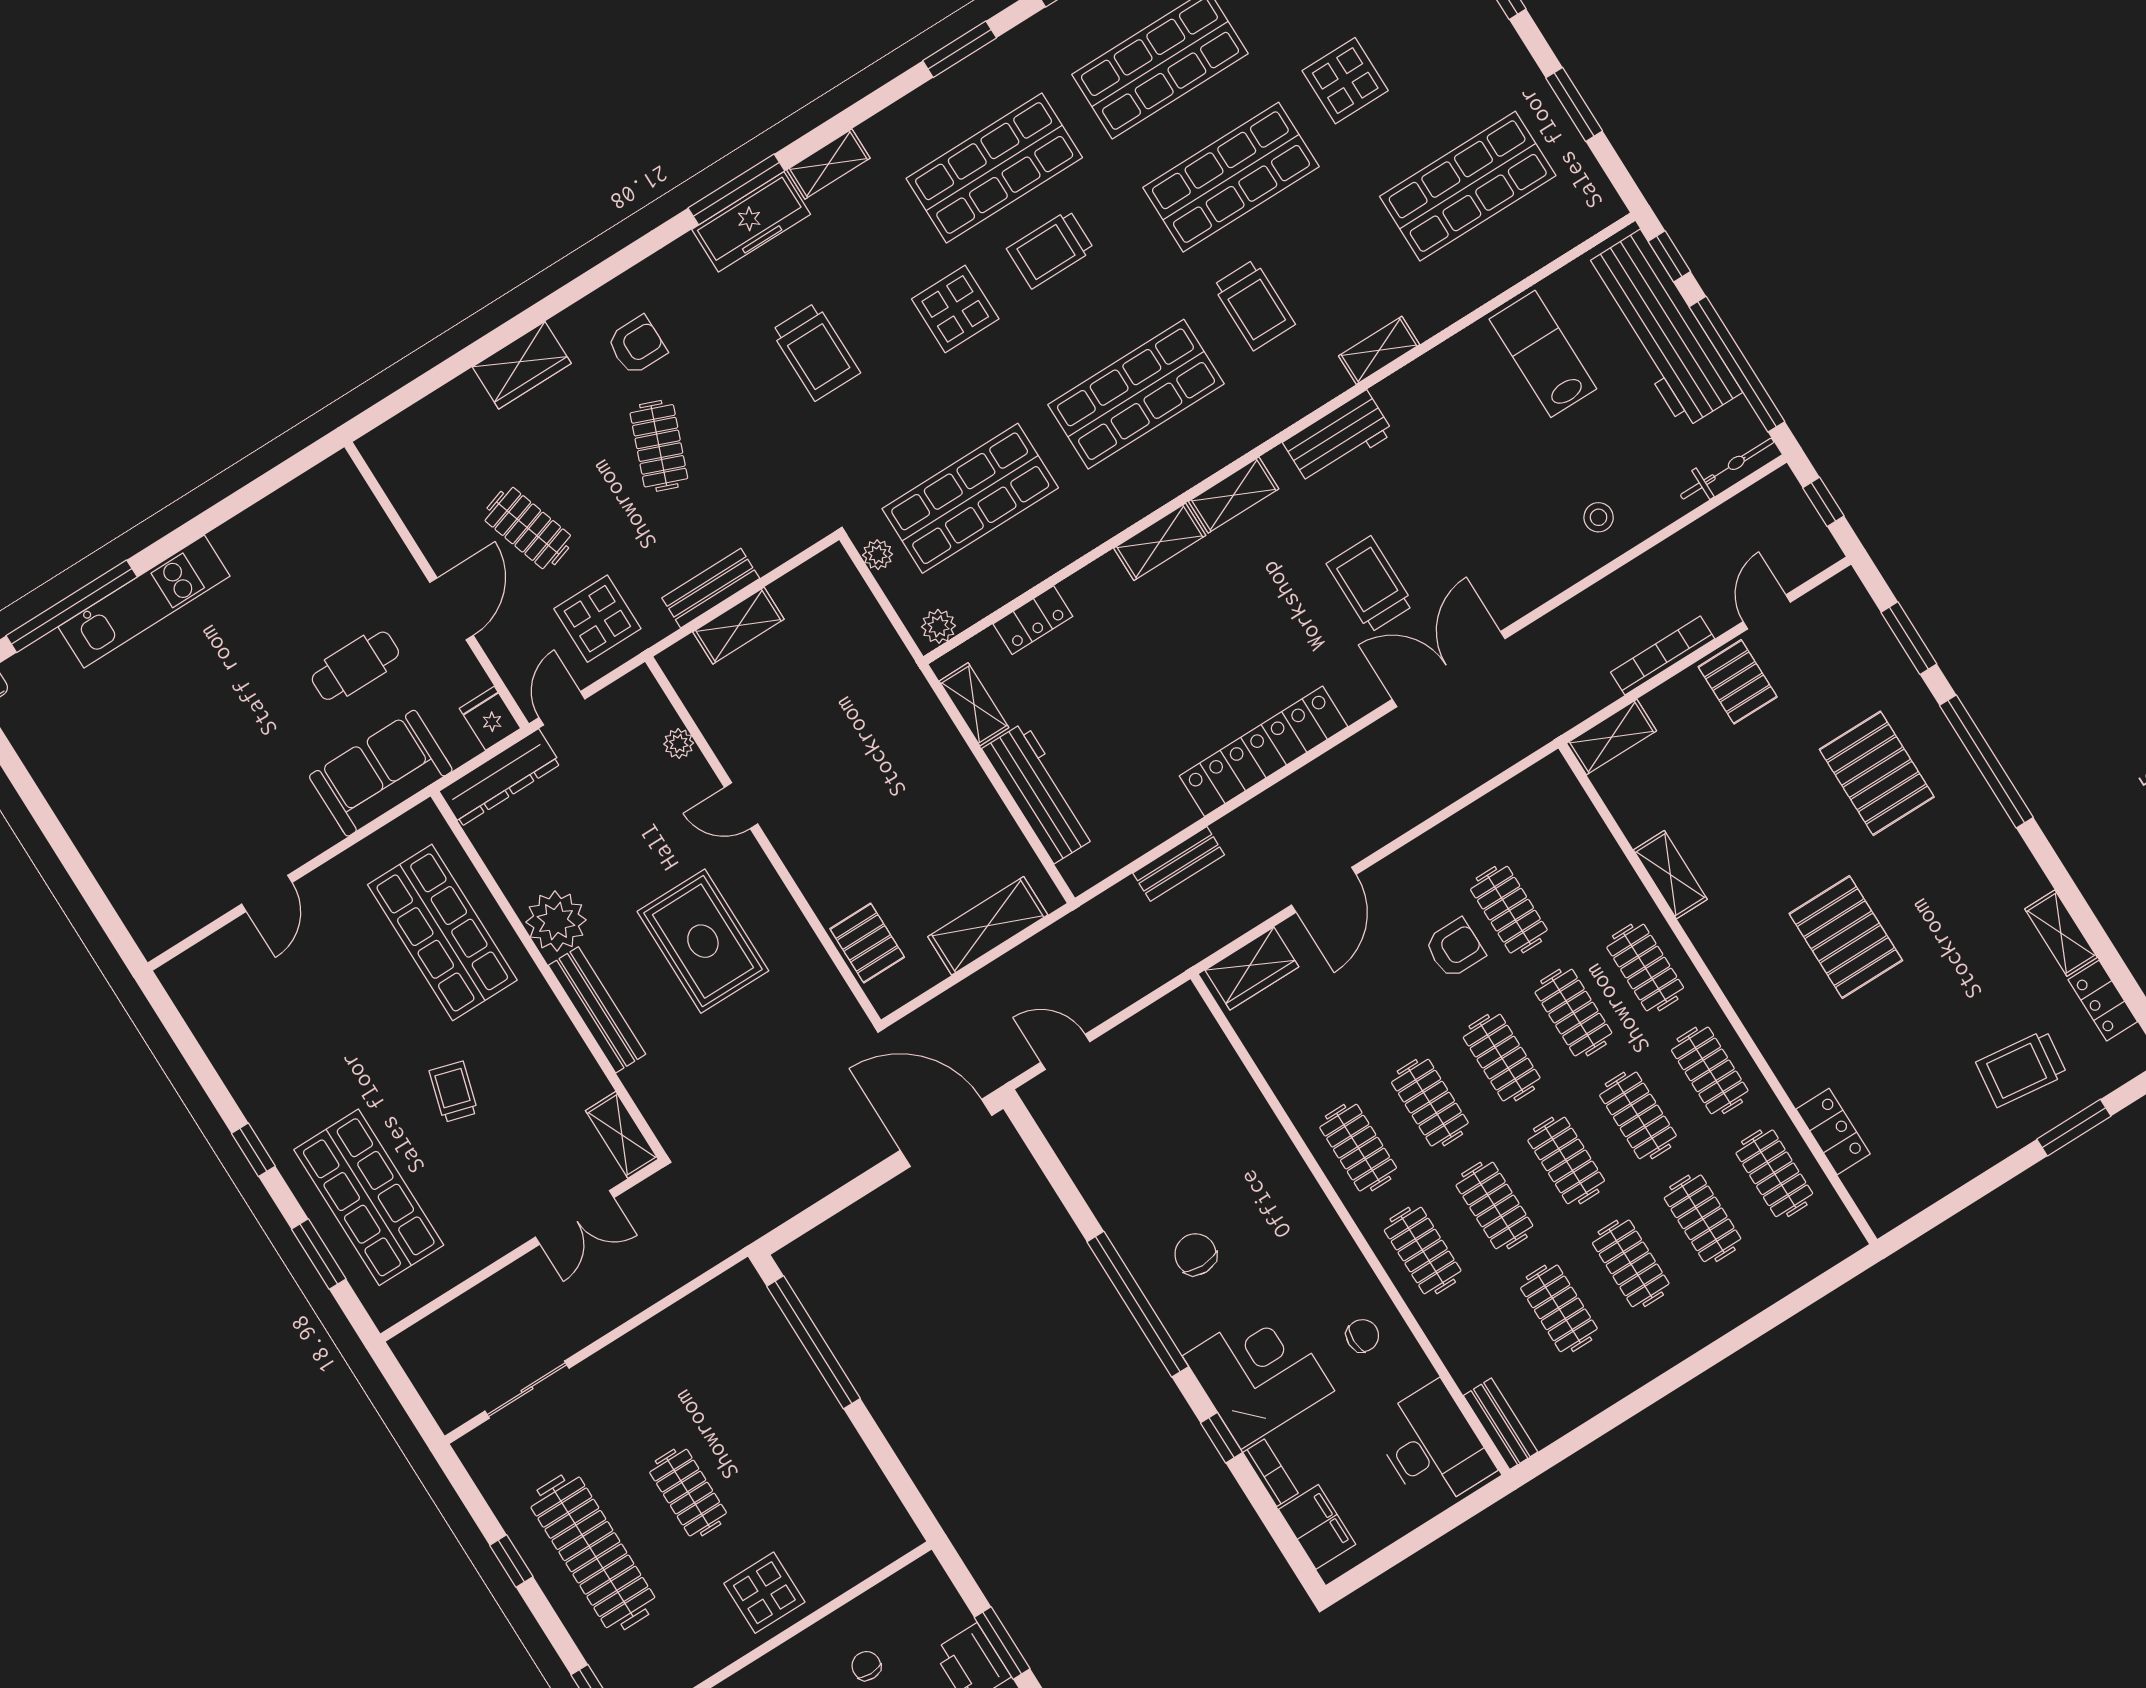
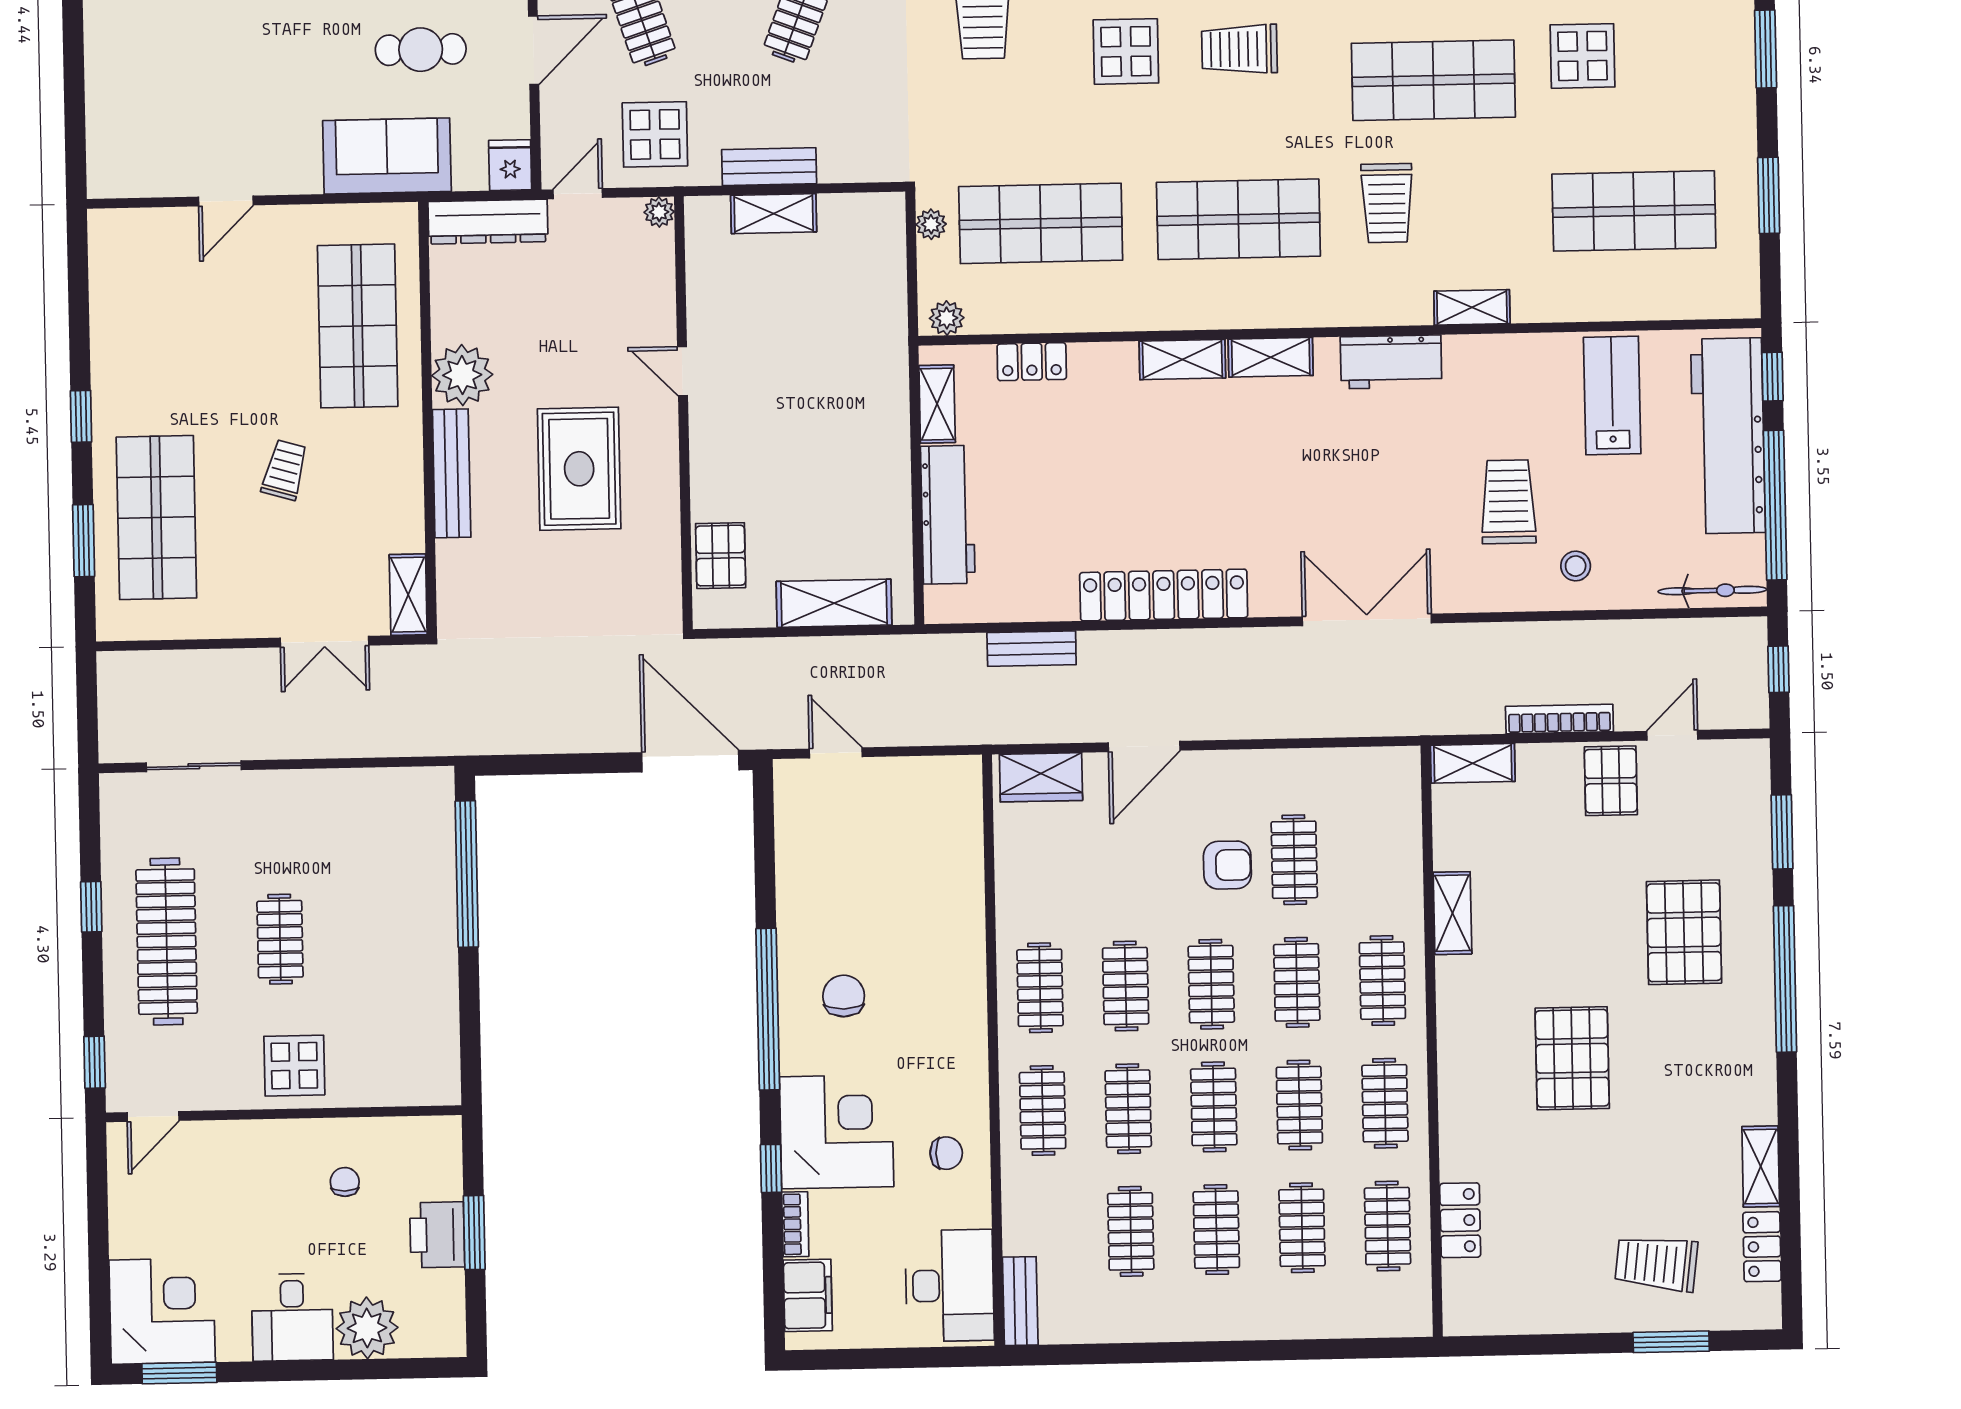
trolley: (1370, 584) -> (1508, 502), moved
plant: (679, 743) -> (659, 212), moved

